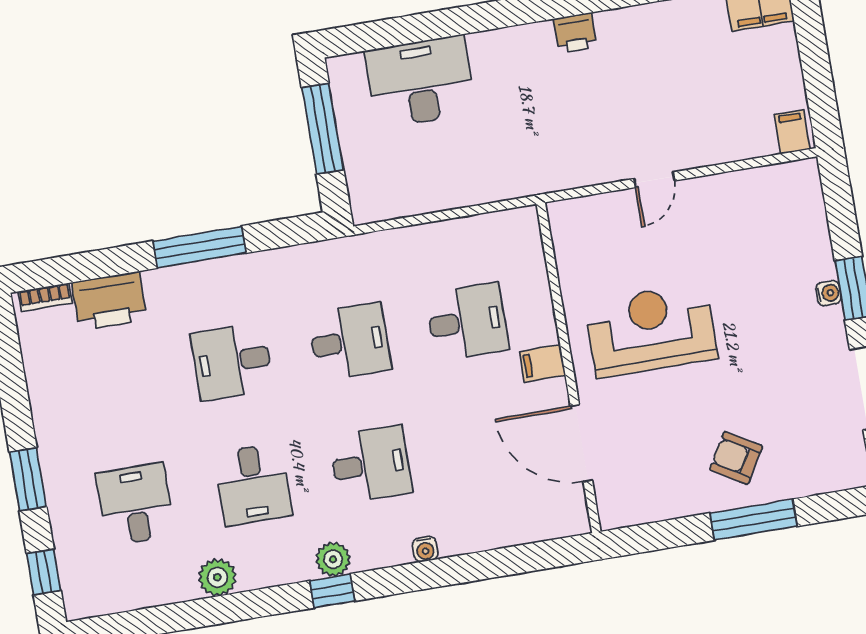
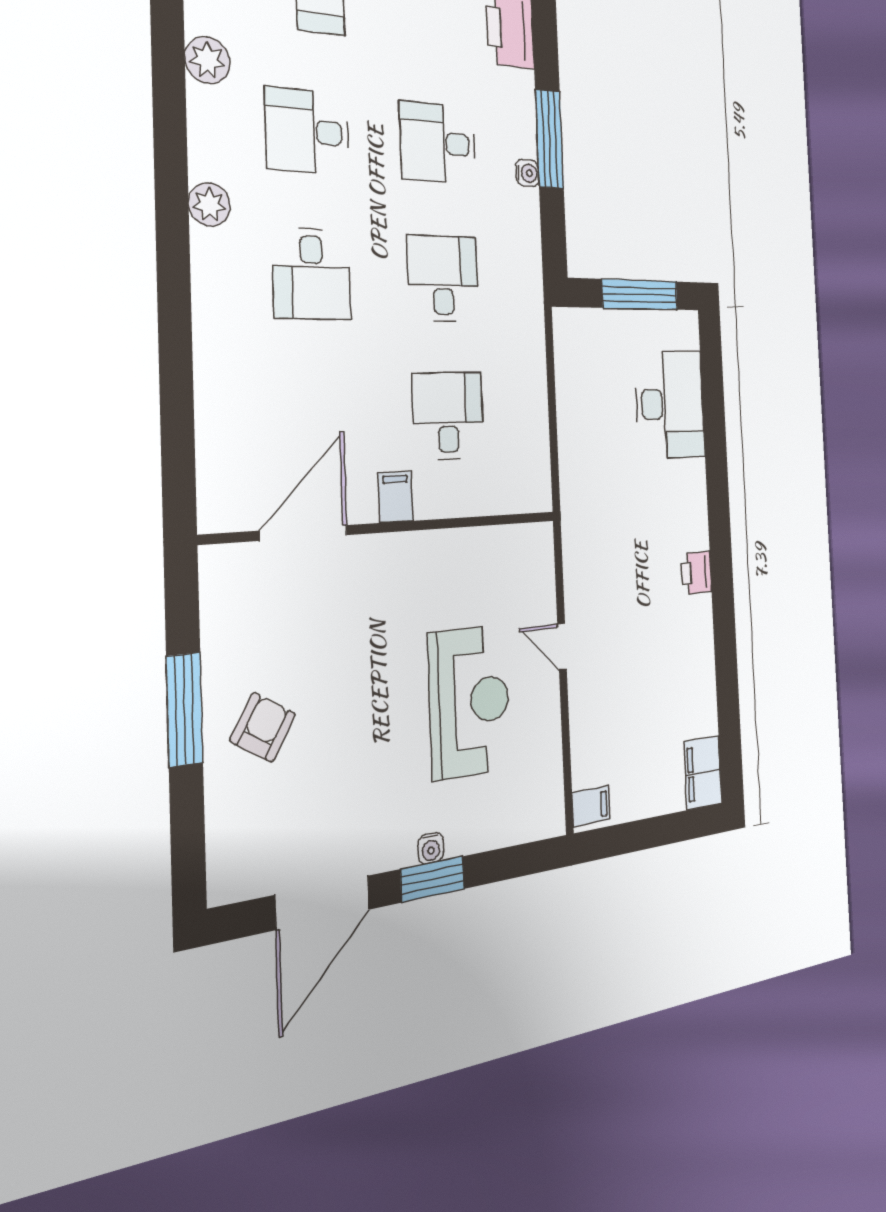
desk: (467, 322) -> (448, 416), turned 180
reception desk: (651, 330) -> (469, 702), moved
desk: (350, 342) -> (443, 279), turned 180
desk: (232, 361) -> (438, 143), turned -90
window: (754, 520) -> (185, 709), moved
water cooler: (425, 549) -> (527, 173), moved, turned 180
window: (332, 591) -> (172, 194), removed

